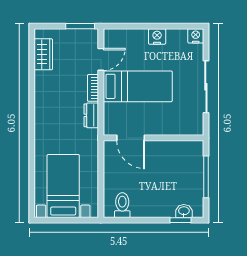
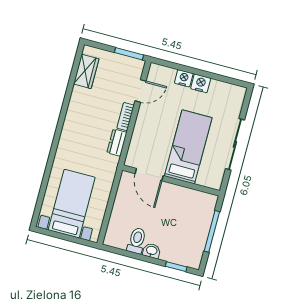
nightstand: (196, 36) -> (184, 78), moved
bed: (138, 86) -> (188, 147), moved, turned -90
toilet: (122, 205) -> (137, 241), moved
washbasin: (184, 211) -> (152, 251), moved

